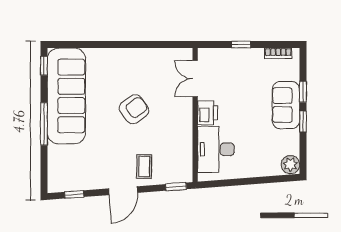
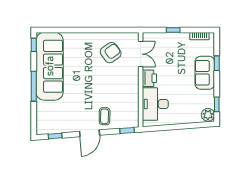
double door: (195, 79) -> (141, 54), swing flipped
armchair: (134, 109) -> (111, 53), moved
window: (303, 122) -> (217, 104), moved

